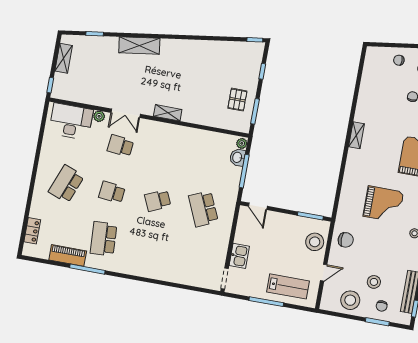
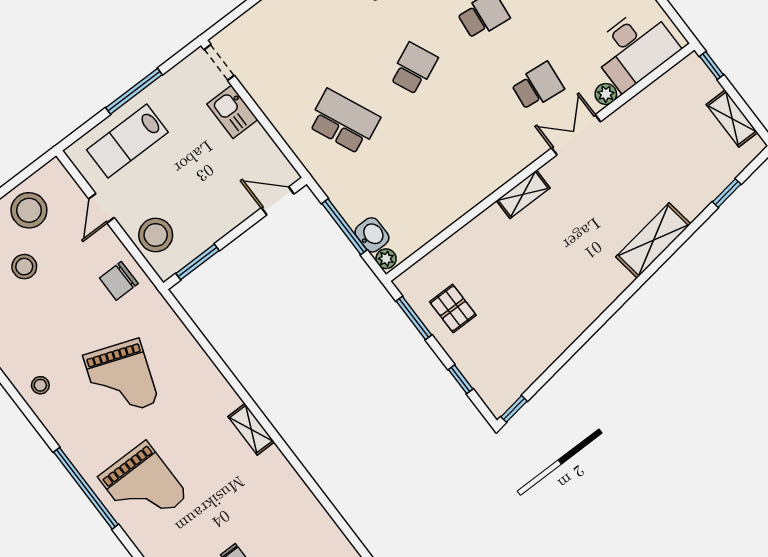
grand piano: (383, 204) -> (121, 379), turned -70

